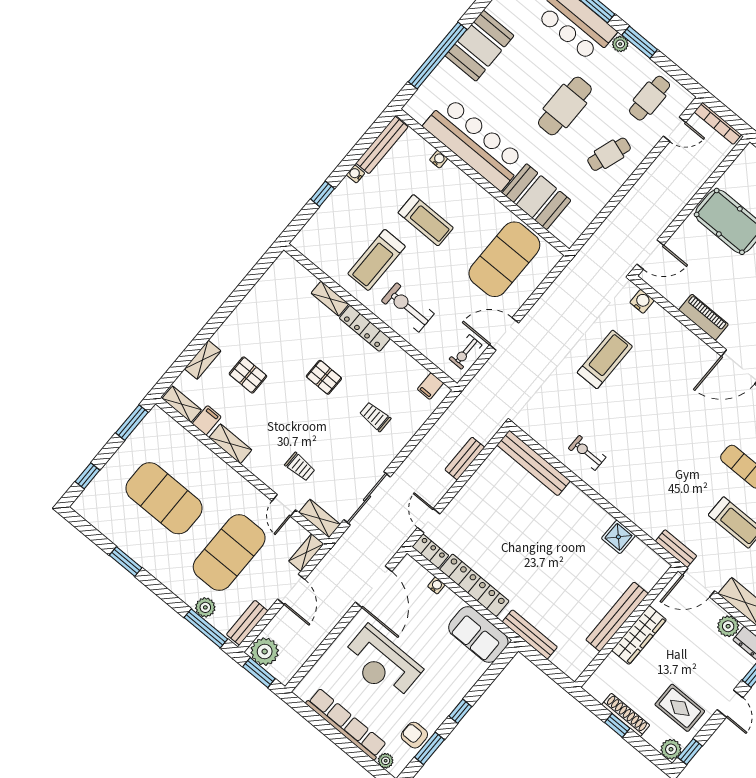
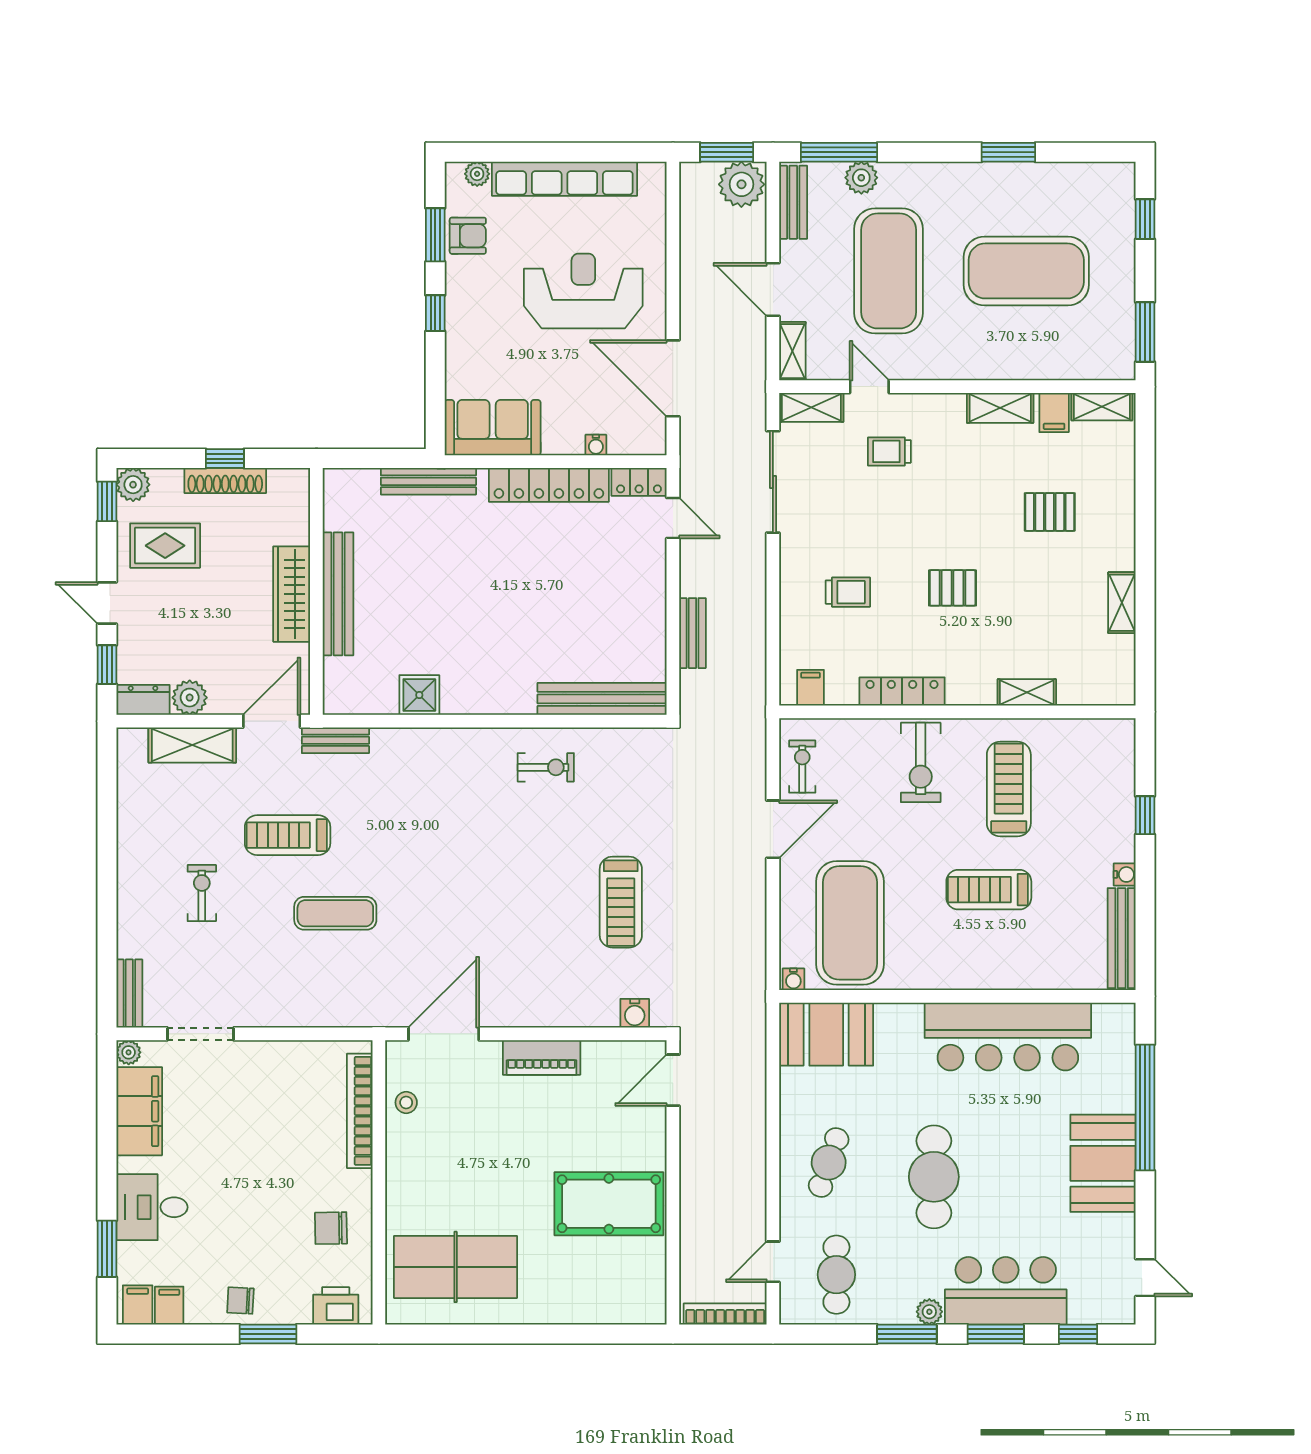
water cooler: (439, 159) -> (793, 979), moved
booth: (536, 197) -> (826, 1034), moved
exercise bike: (408, 307) -> (921, 762), turned 90
locker: (365, 328) -> (902, 691), moved
shelving: (203, 360) -> (1122, 603), moved

